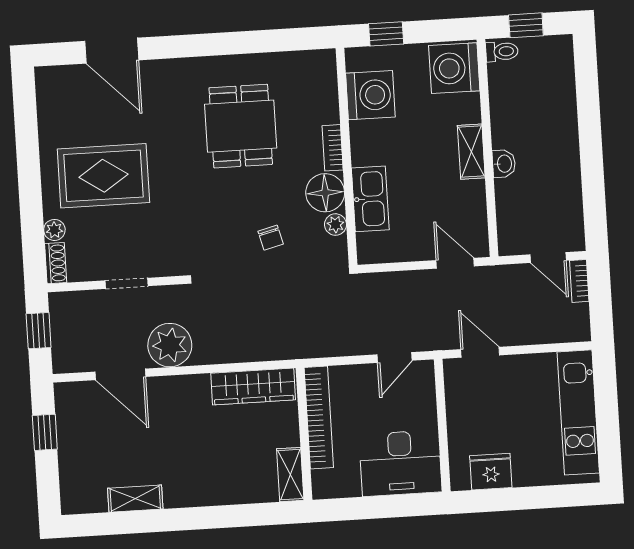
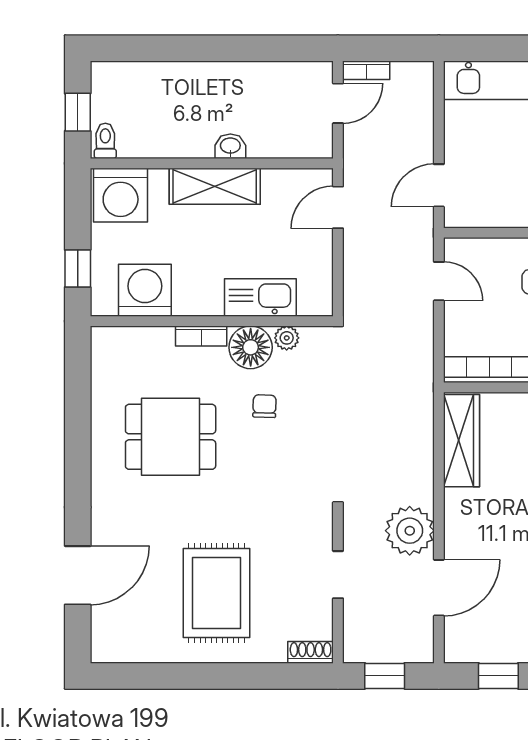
shelving: (471, 152) -> (215, 186), width x1.50, depth x1.33
plant: (54, 230) -> (274, 651), removed
chair: (271, 238) -> (265, 406), moved, turned -74

